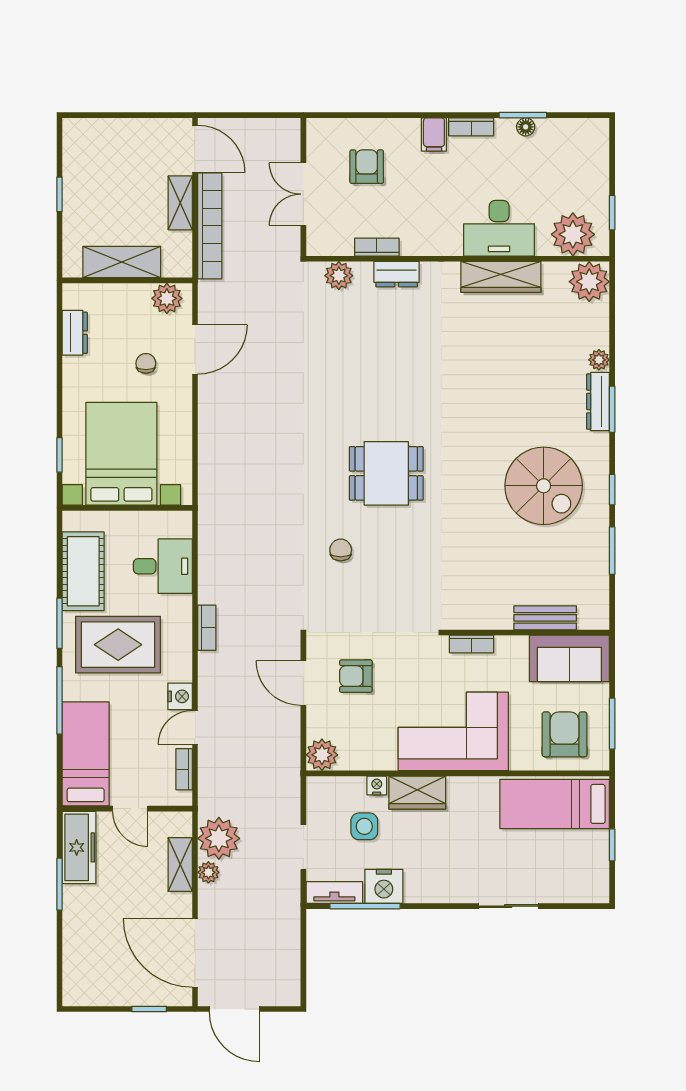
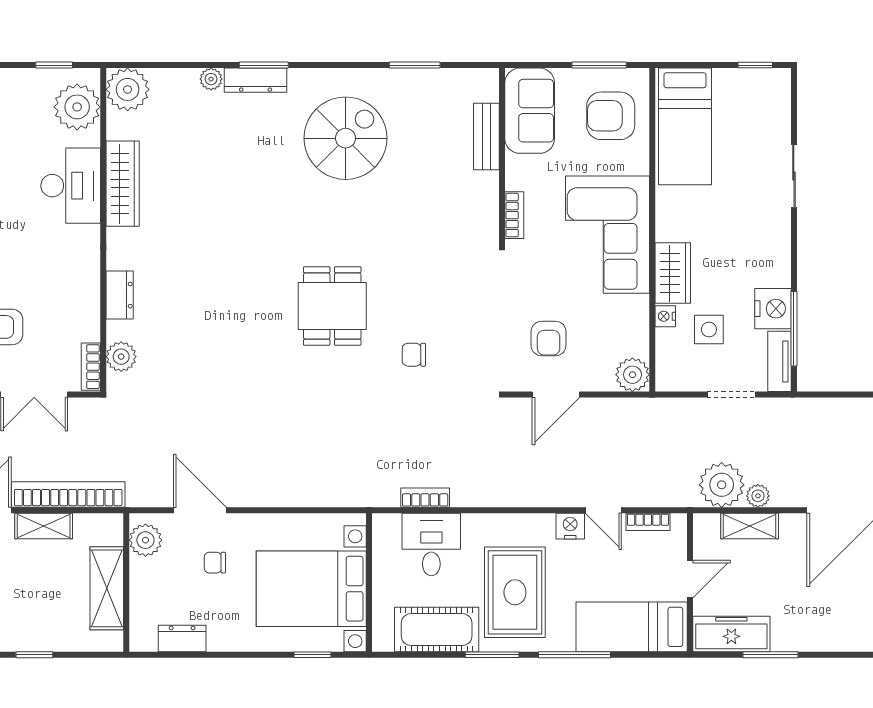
bookcase: (377, 247) -> (91, 367), moved
window: (612, 490) -> (350, 65), removed
bookcase: (207, 628) -> (425, 498), moved
window: (612, 845) -> (755, 65), moved

